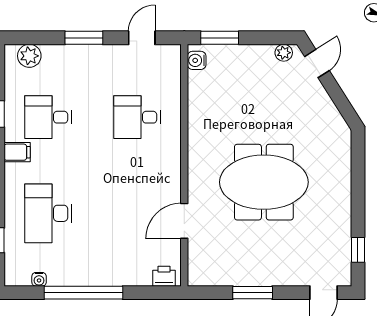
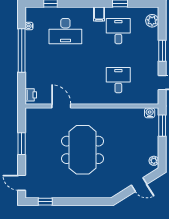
door: (317, 63) -> (139, 185), moved
desk: (48, 213) -> (65, 31), turned 180

